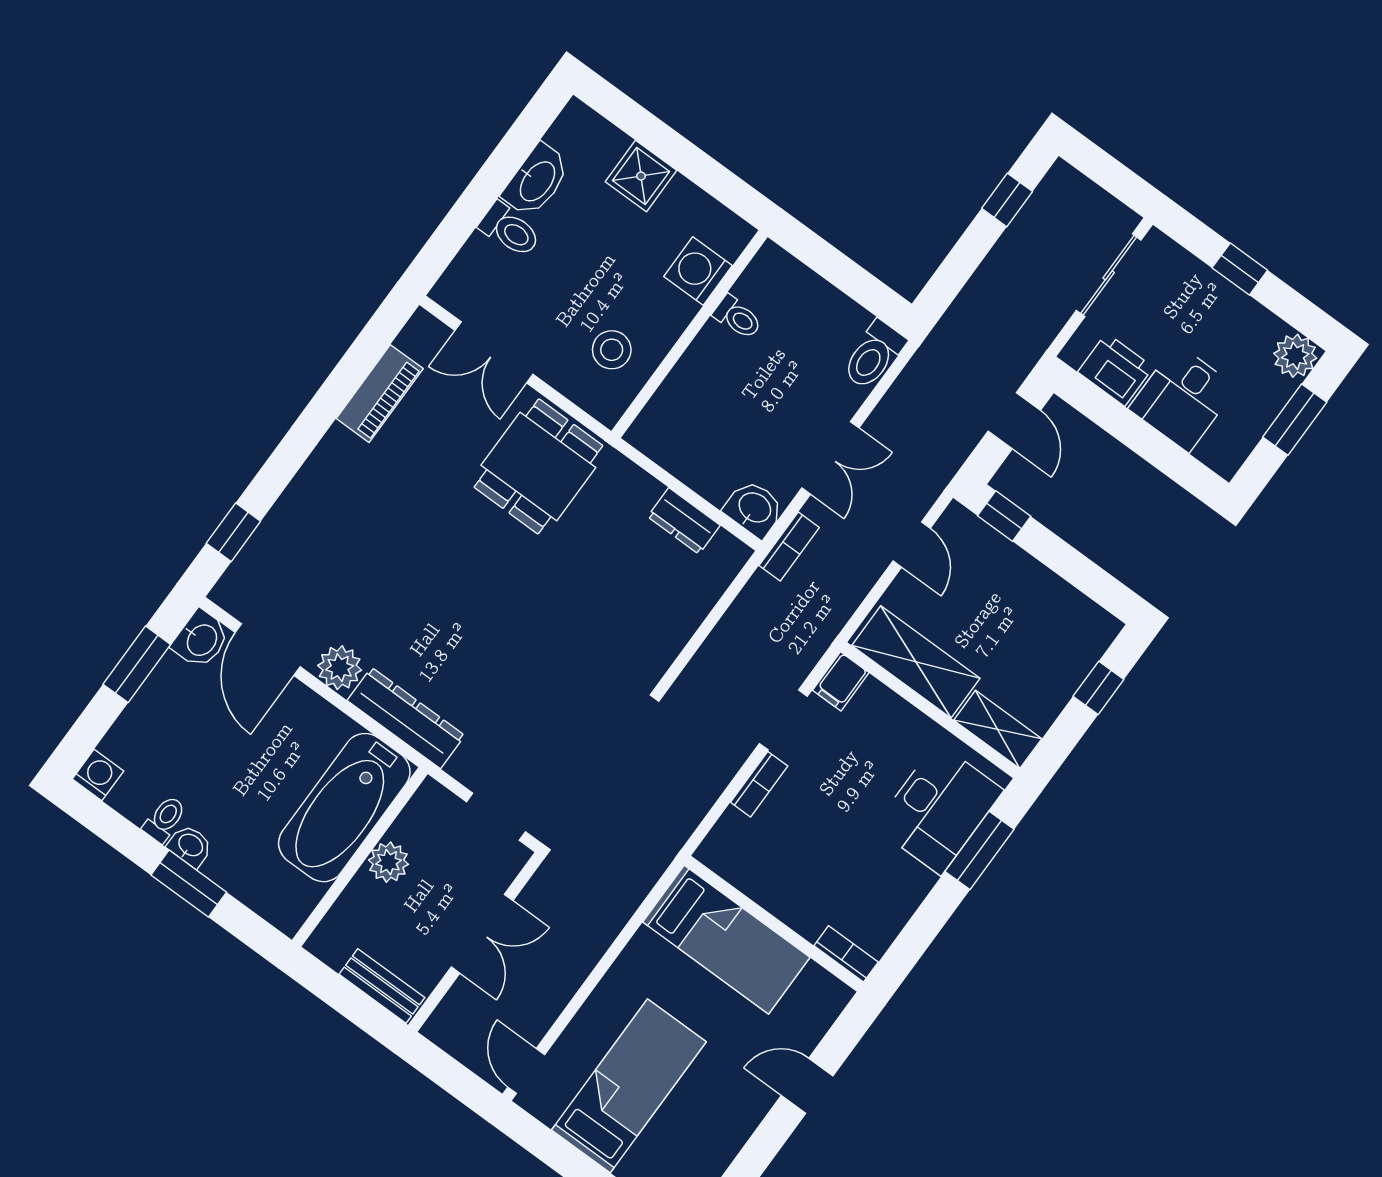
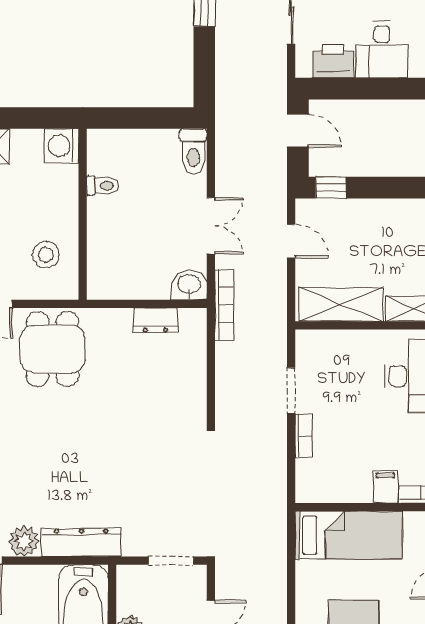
washing machine: (698, 271) -> (62, 146), moved
bookcase: (789, 547) -> (224, 305), width x1.56
filing cabinet: (841, 681) -> (385, 487), moved, turned 180

